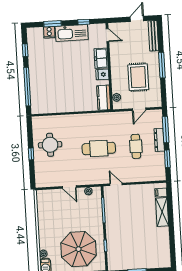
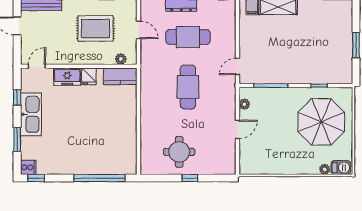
cooker: (49, 32) -> (28, 167), moved
window: (25, 50) -> (36, 178), moved
cafe table: (136, 146) -> (188, 37), width x1.37, depth x1.35

